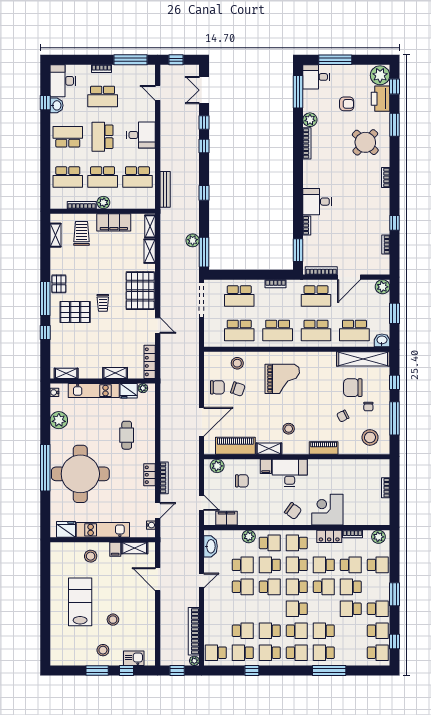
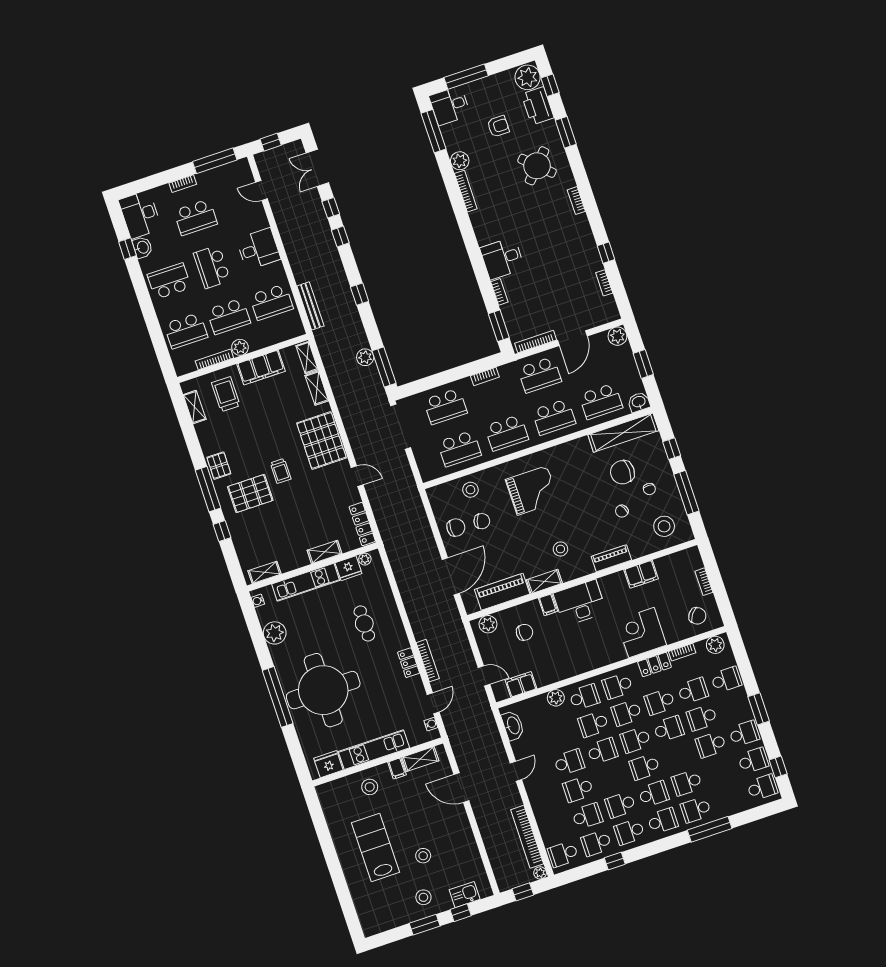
filing cabinet: (341, 467) -> (641, 574), added
chair: (293, 511) -> (697, 616), moved
school desk: (243, 565) -> (578, 789), moved, turned 180

